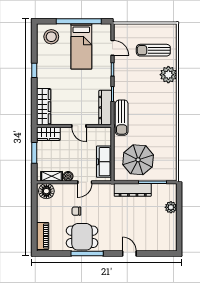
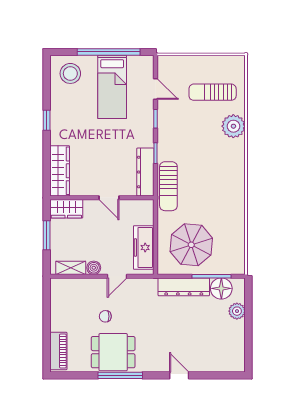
floor lamp: (46, 191) -> (221, 288), moved

